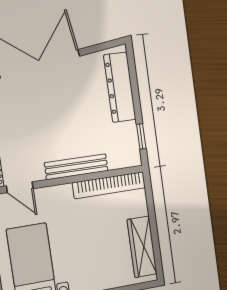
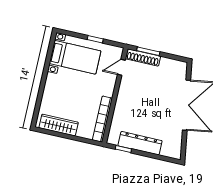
dresser: (120, 87) -> (140, 143), moved
bench: (76, 167) -> (120, 104), removed

